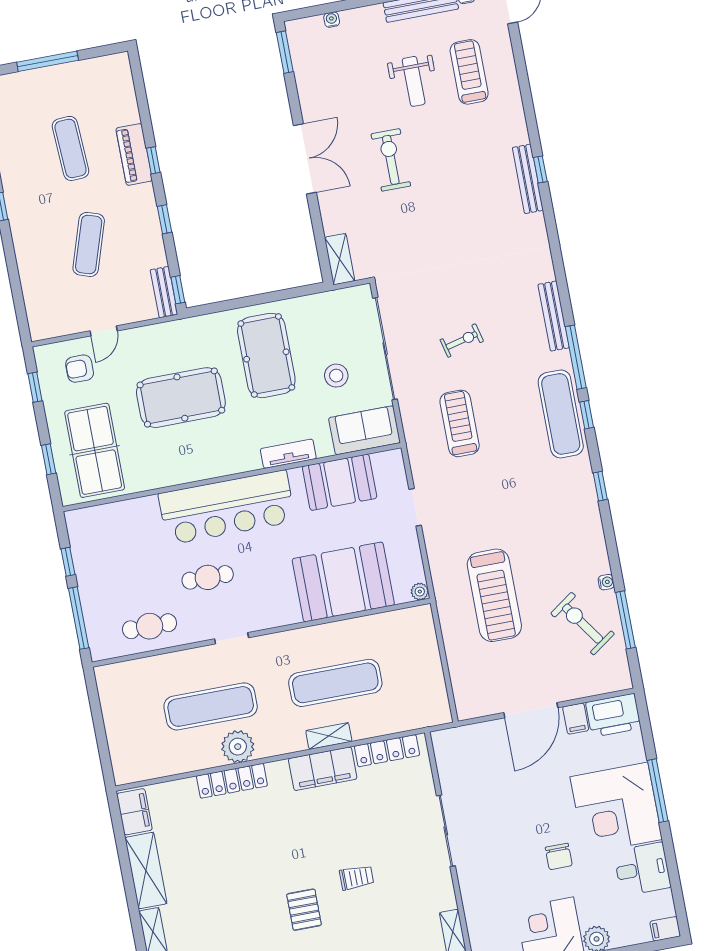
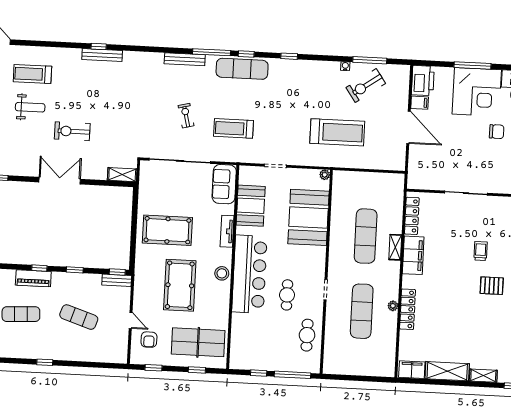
stool: (336, 376) -> (222, 273), moved
plant: (238, 747) -> (393, 306), width x0.53, depth x0.53

